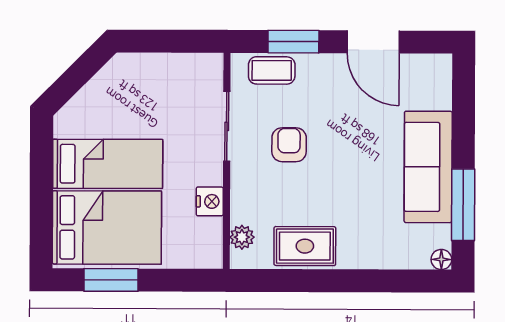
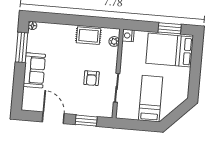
coffee table: (272, 70) -> (96, 109), removed
bed: (108, 164) -> (151, 99), moved, turned 90
sofa: (428, 167) -> (34, 70), width x0.73
nightstand: (210, 201) -> (128, 35), moved

